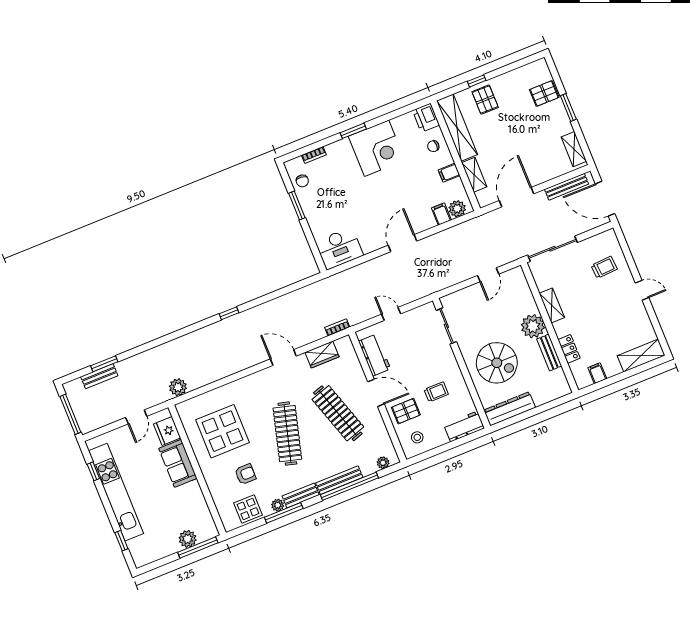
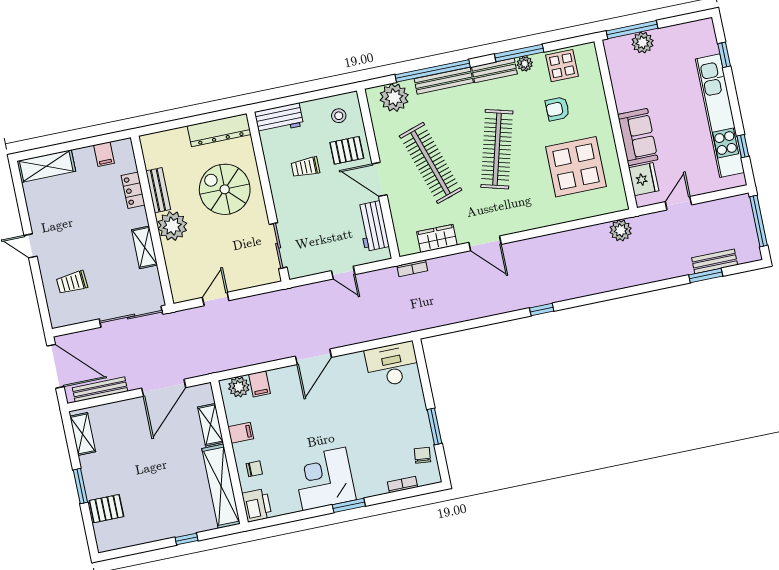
pallet: (485, 100) -> (180, 514), removed
plant: (383, 463) -> (394, 97), width x1.88, depth x1.88

